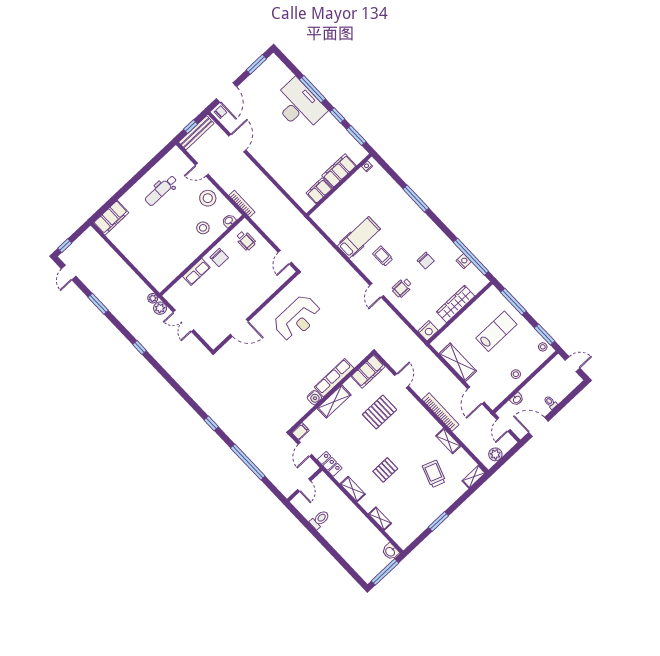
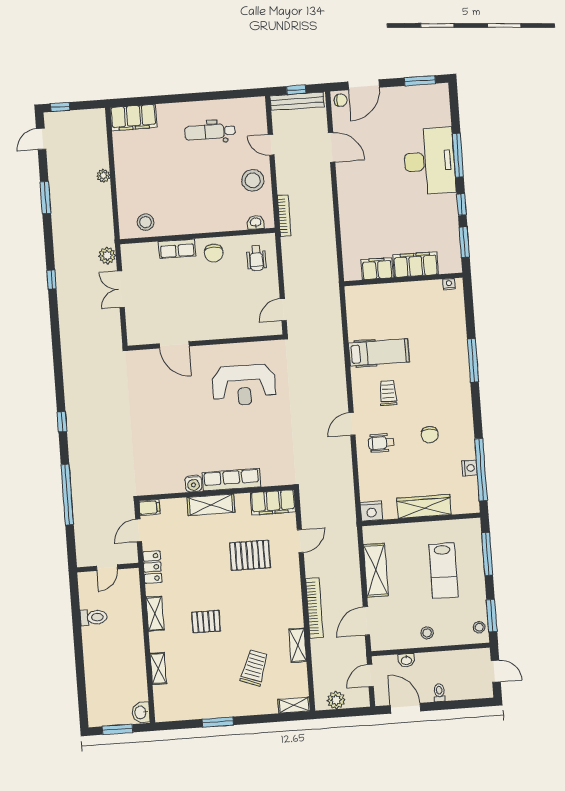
door: (237, 143) -> (332, 147), hinge flipped
stool: (203, 228) -> (146, 222), moved
plant: (153, 298) -> (103, 176), moved
lab bench: (496, 331) -> (444, 571), turned 90
window: (385, 572) -> (118, 729), width x0.69

